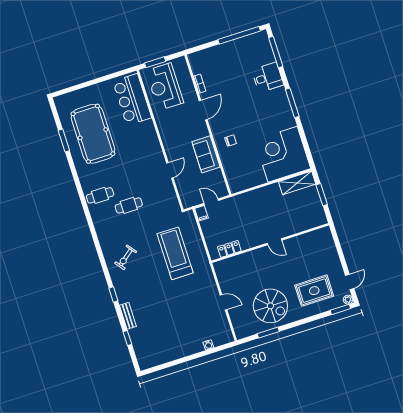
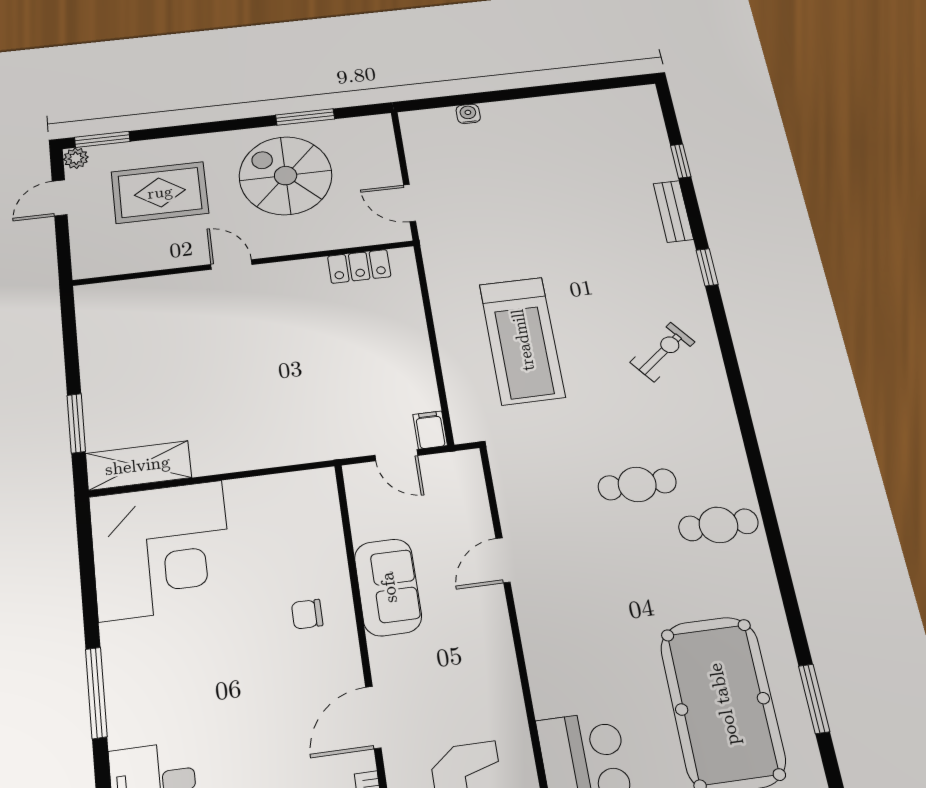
door: (275, 242) -> (231, 264), moved
wall: (270, 243) -> (244, 263), moved
locker: (229, 249) -> (359, 266), moved

